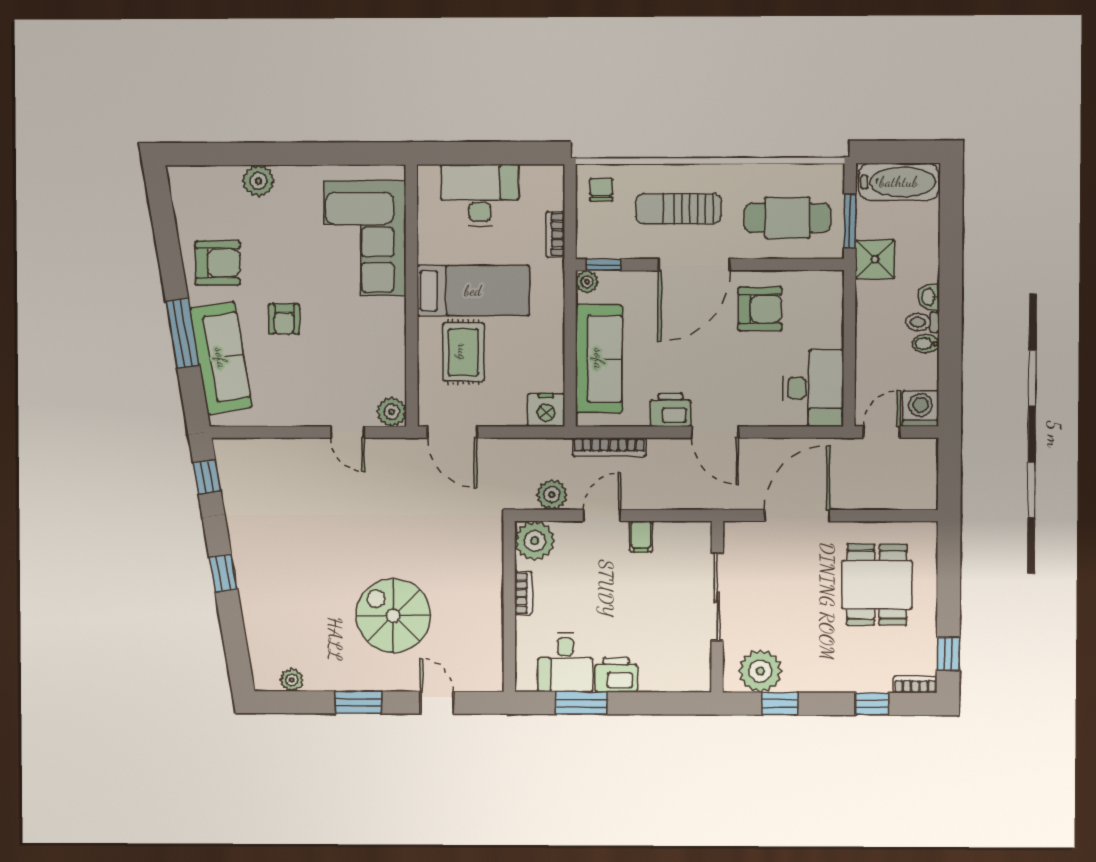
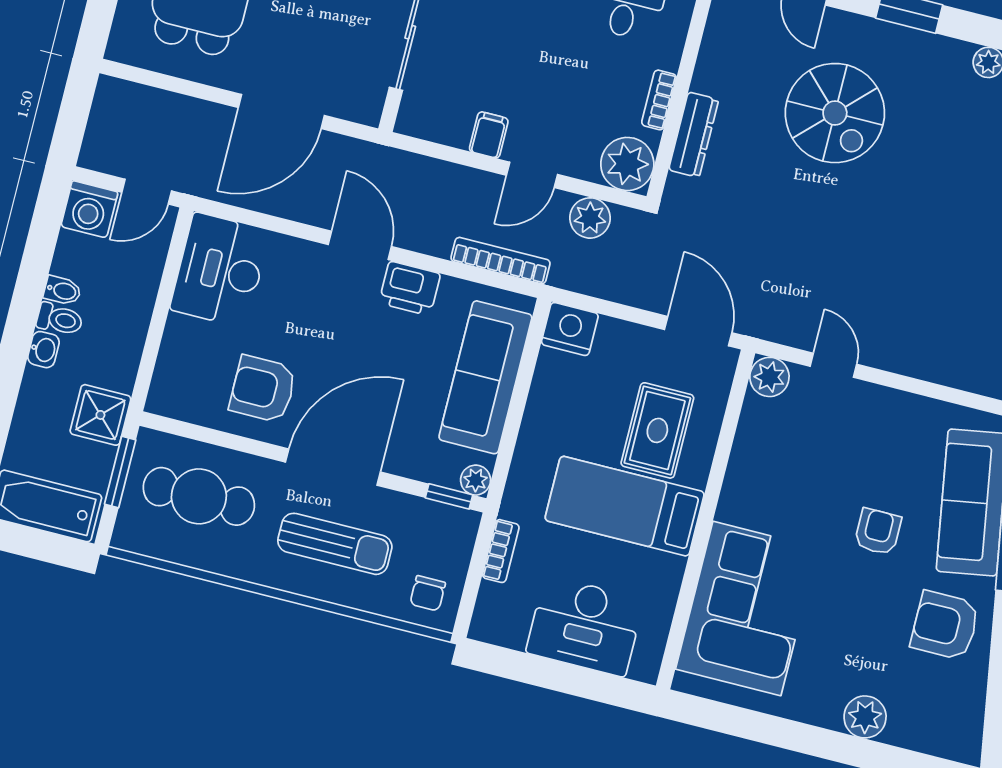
dresser: (492, 574) -> (694, 135), added

